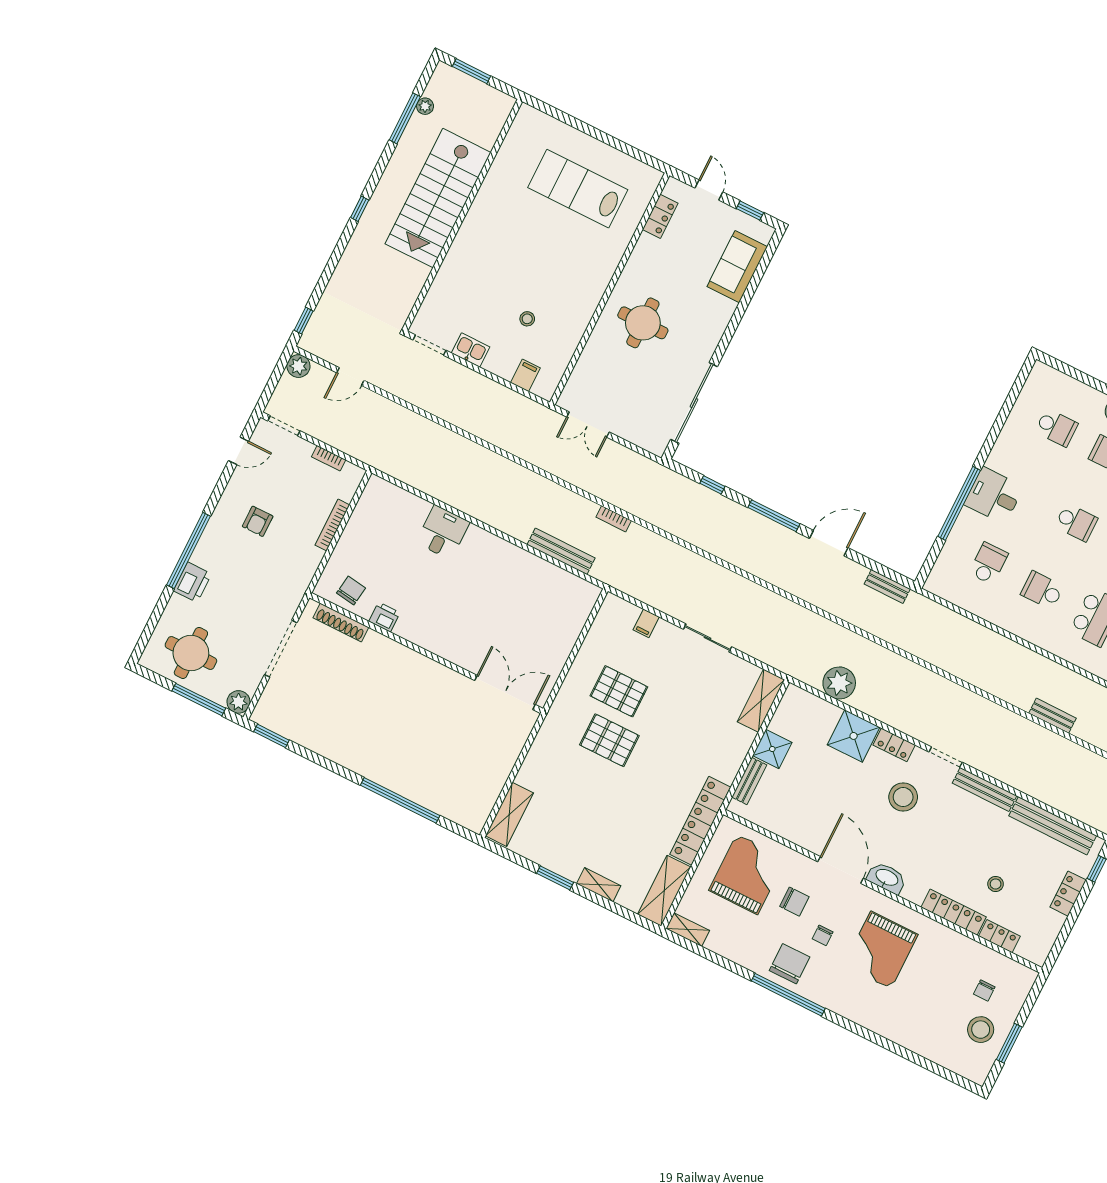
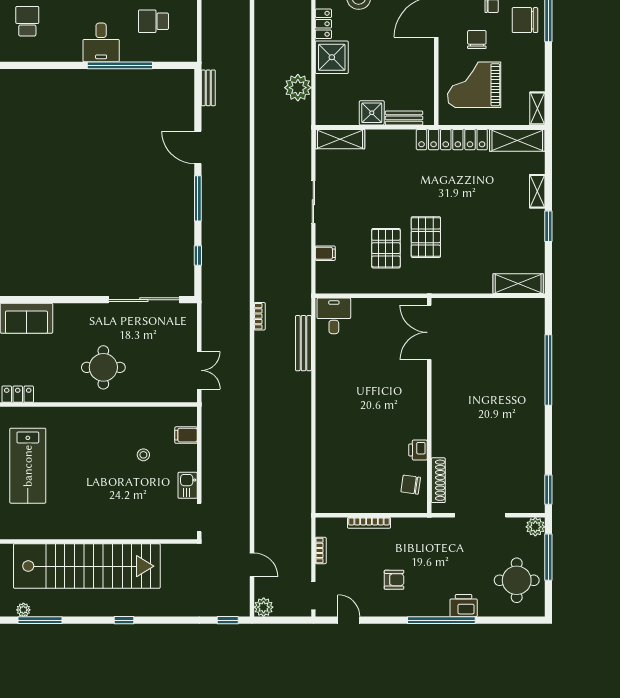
stairs: (438, 198) -> (87, 566), width x1.36
desk: (443, 532) -> (334, 316), moved, turned 90

